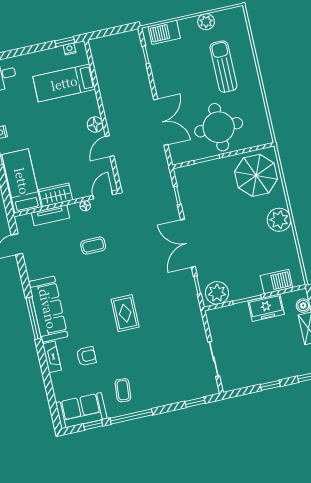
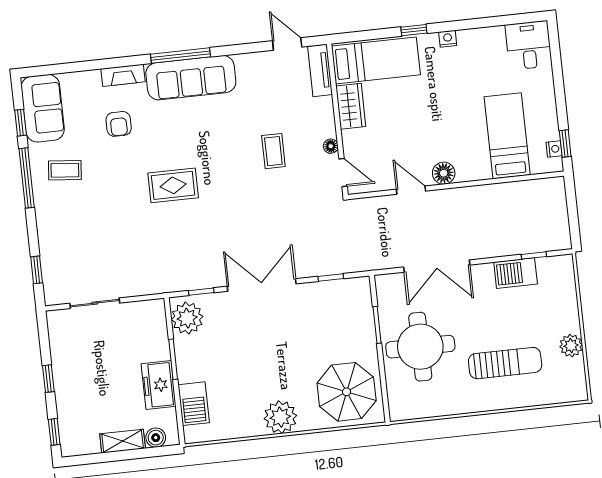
barbecue: (164, 32) -> (516, 273), moved, turned -90
tv unit: (51, 215) -> (320, 70), moved

